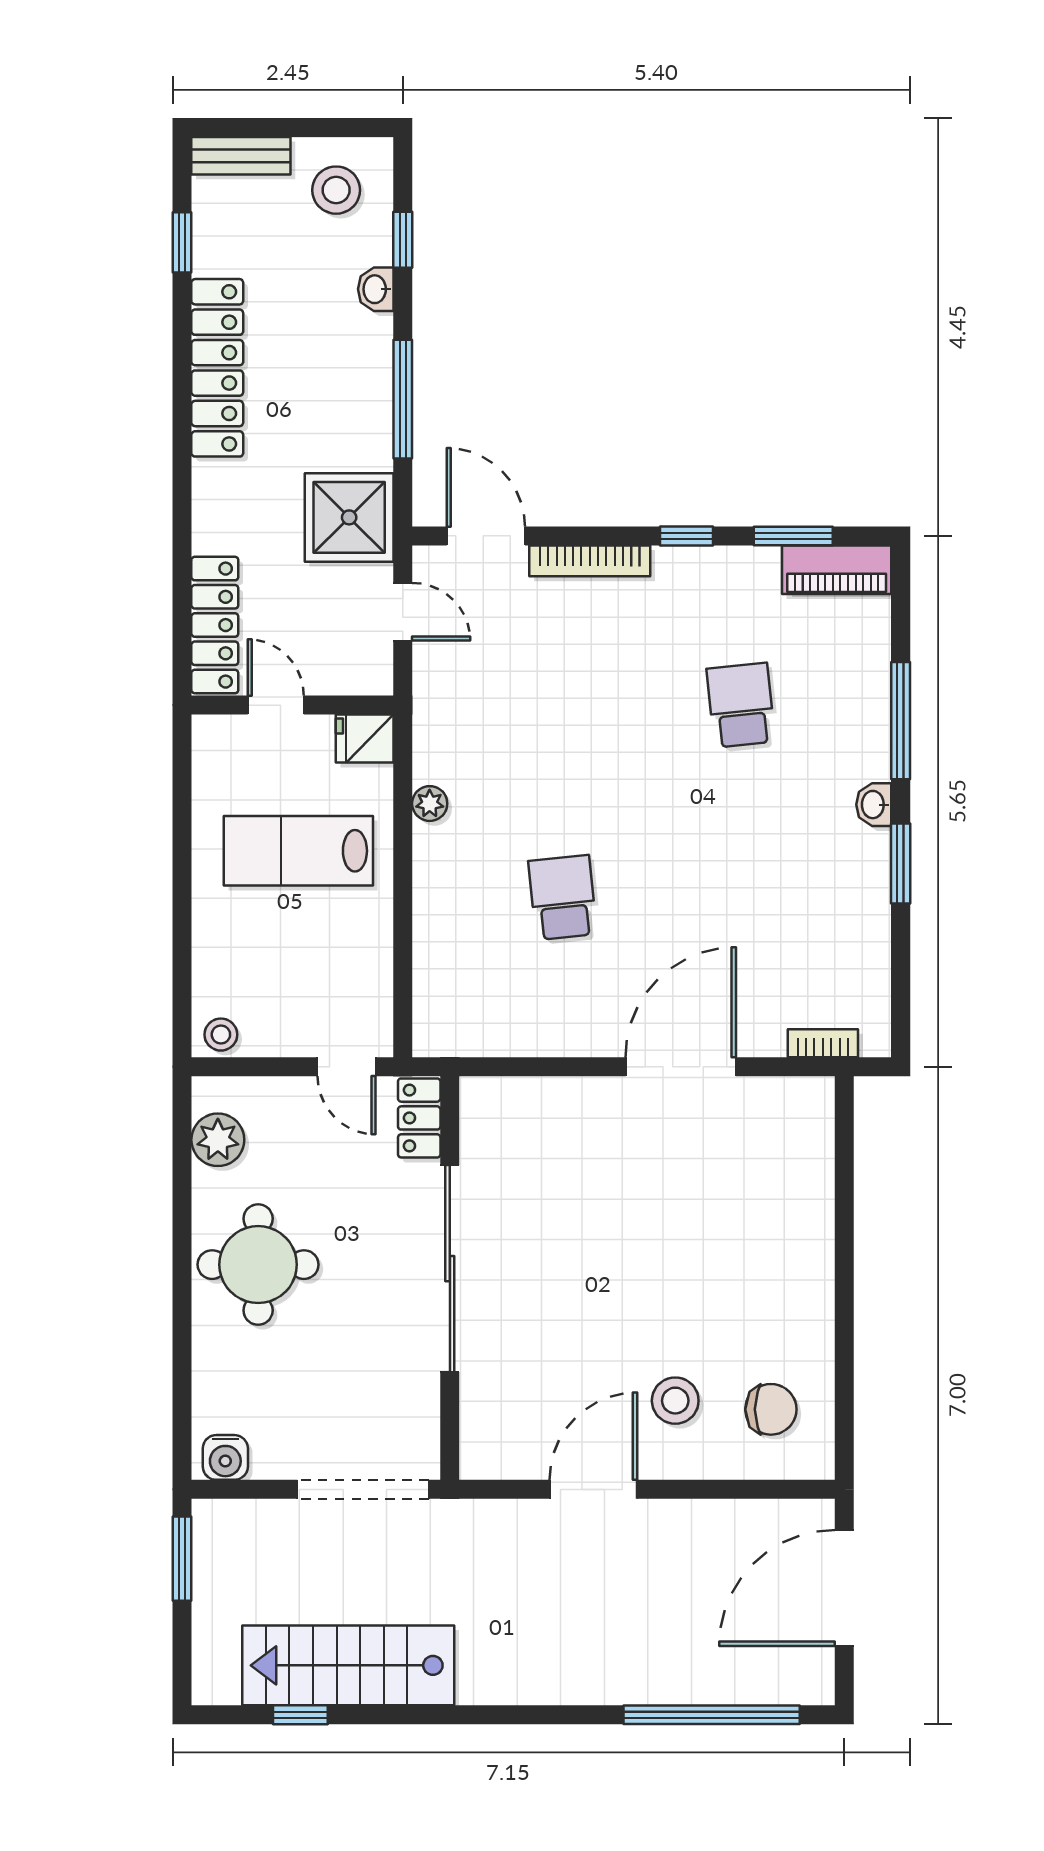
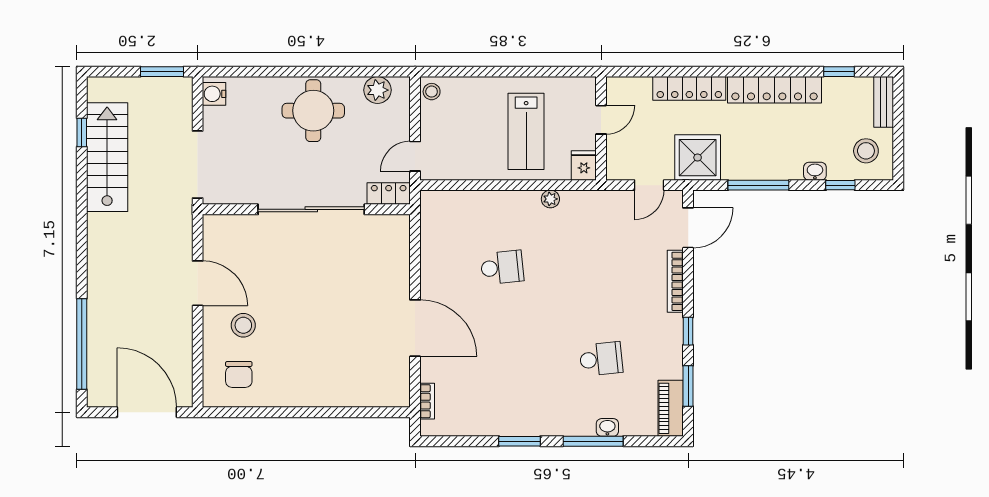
locker: (215, 625) -> (689, 88), moved
washbasin: (874, 805) -> (607, 427), moved
lab bench: (298, 851) -> (526, 131), turned 180

